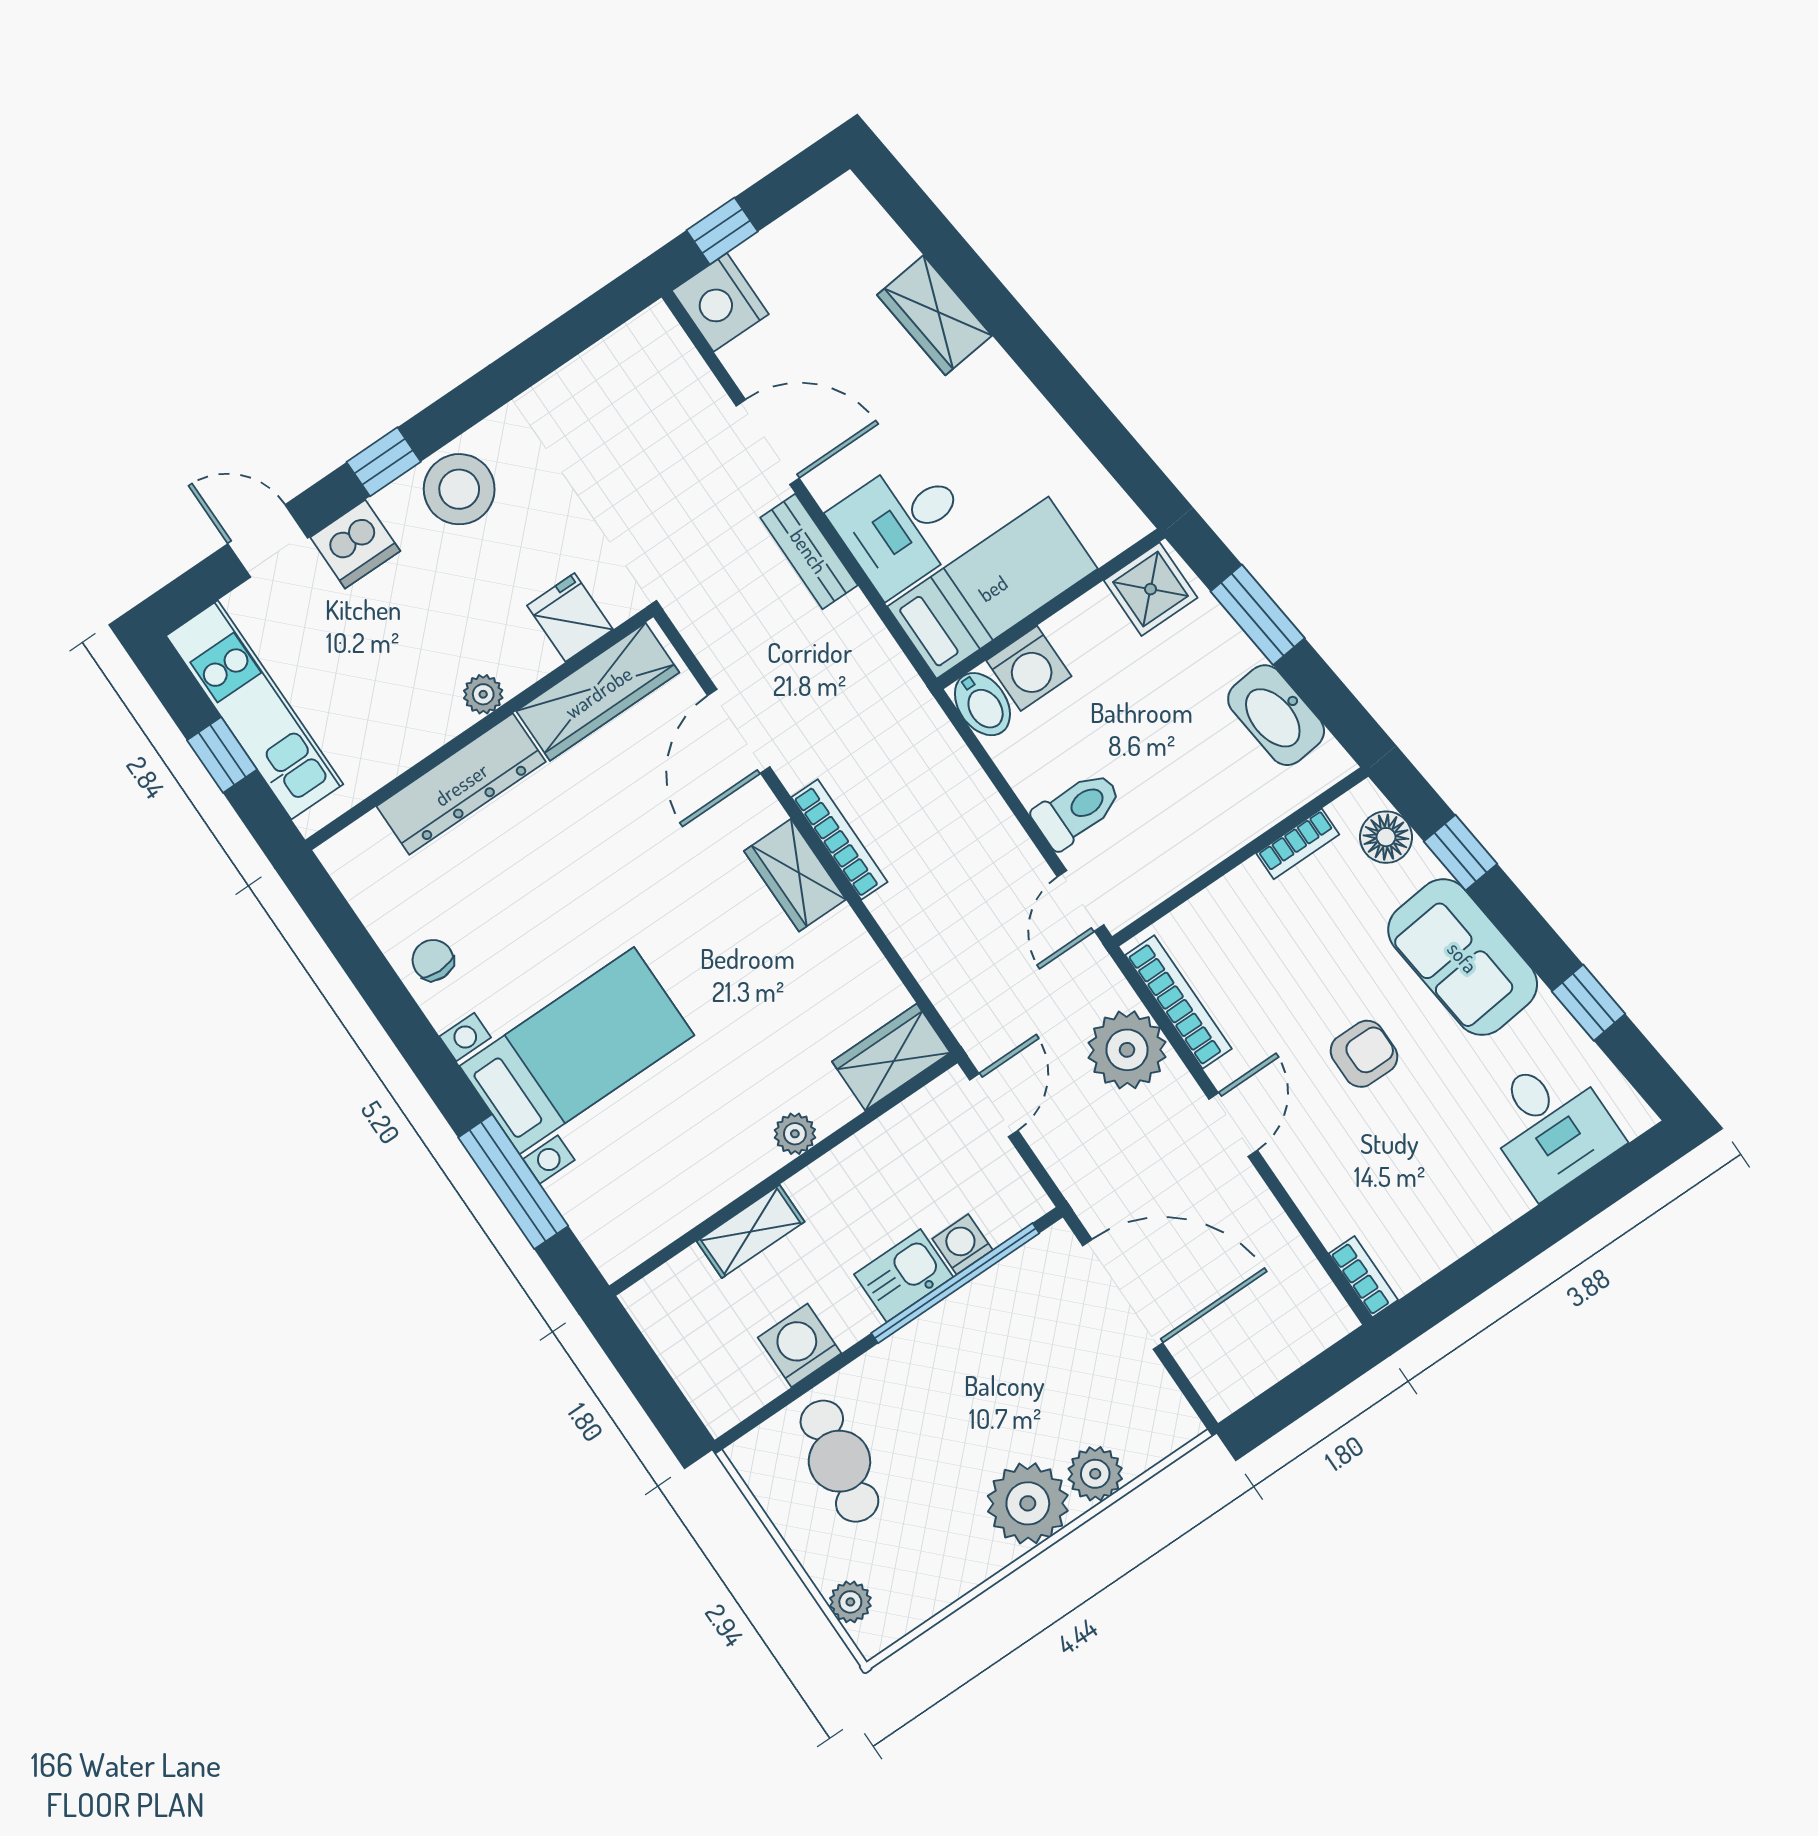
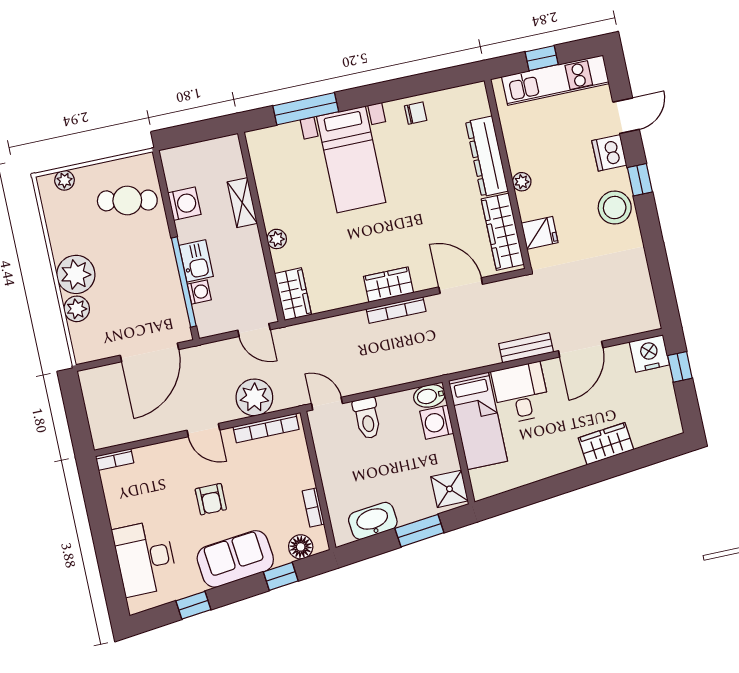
desk: (1551, 1125) -> (145, 558), width x1.37

